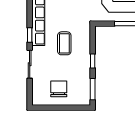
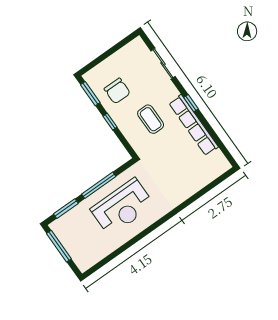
sliding door: (30, 64) -> (163, 64), moved
chair: (59, 89) -> (117, 91), moved

